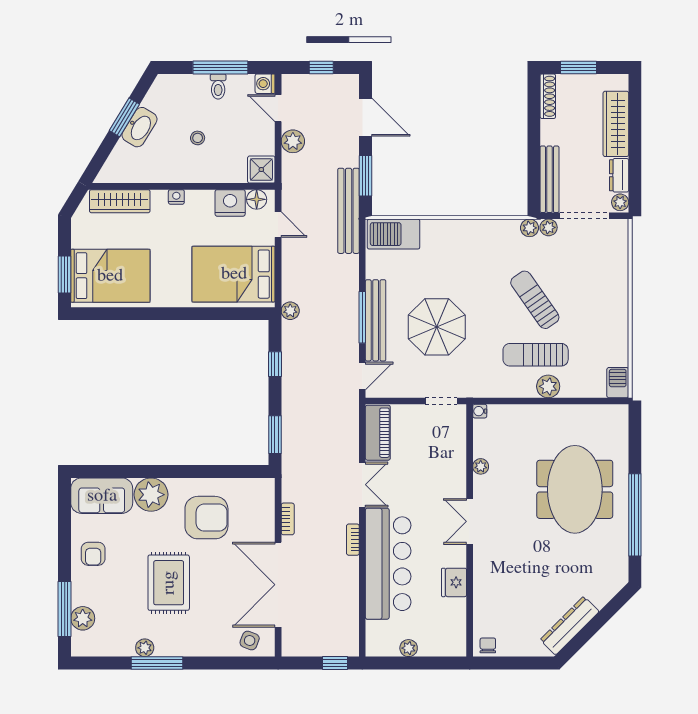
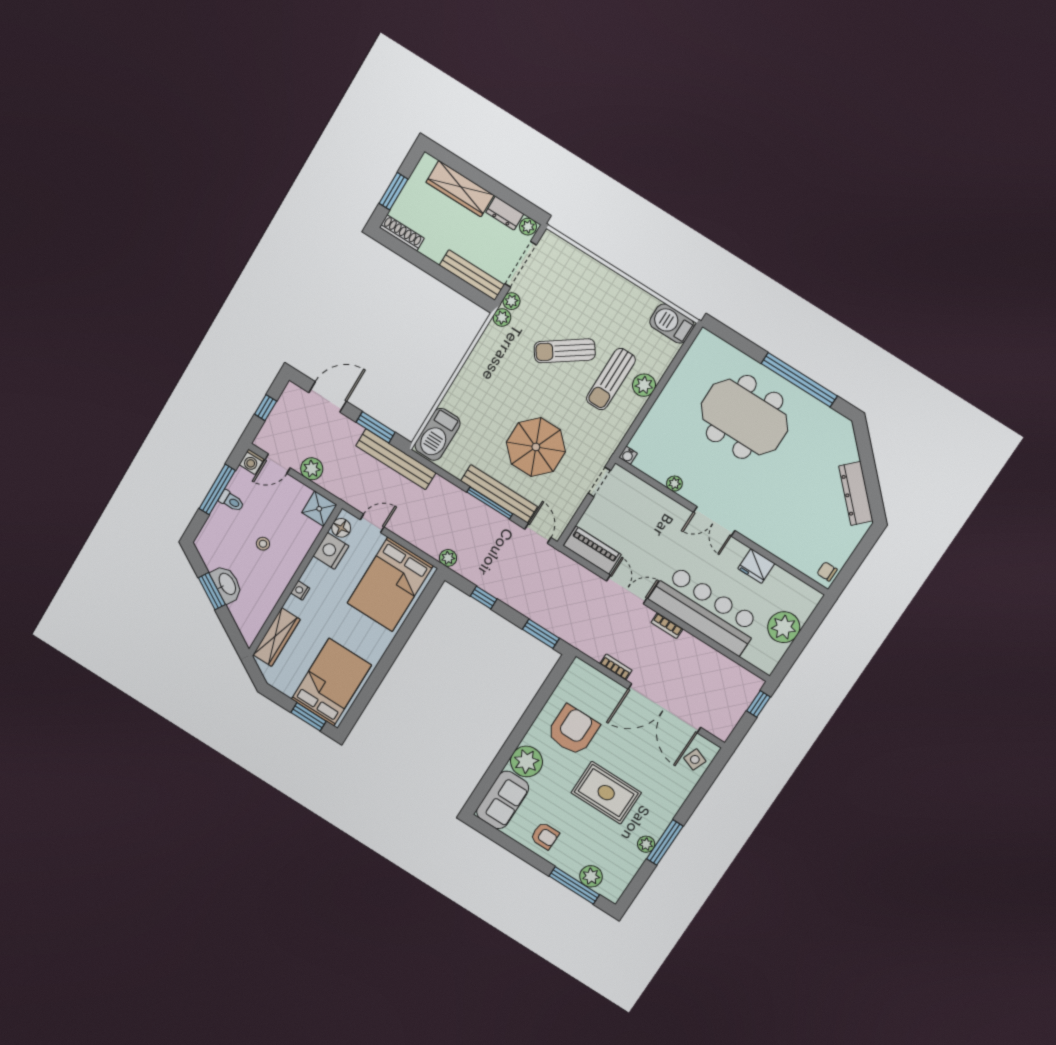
barbecue: (618, 383) -> (672, 324), width x1.38, depth x1.27
plant: (409, 648) -> (784, 627), width x1.88, depth x1.88

